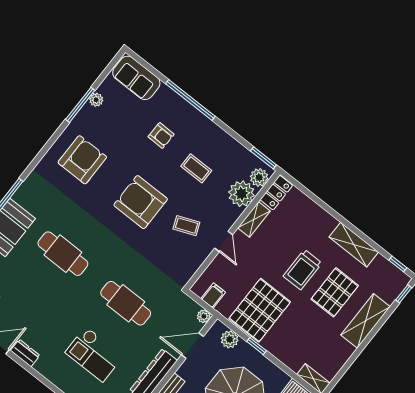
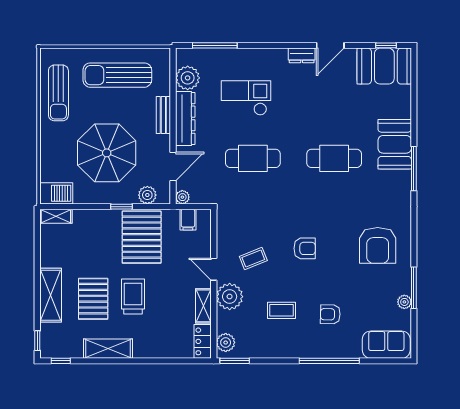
plant: (241, 194) -> (230, 297), moved
armchair: (141, 202) -> (305, 248), width x0.53, depth x0.53

